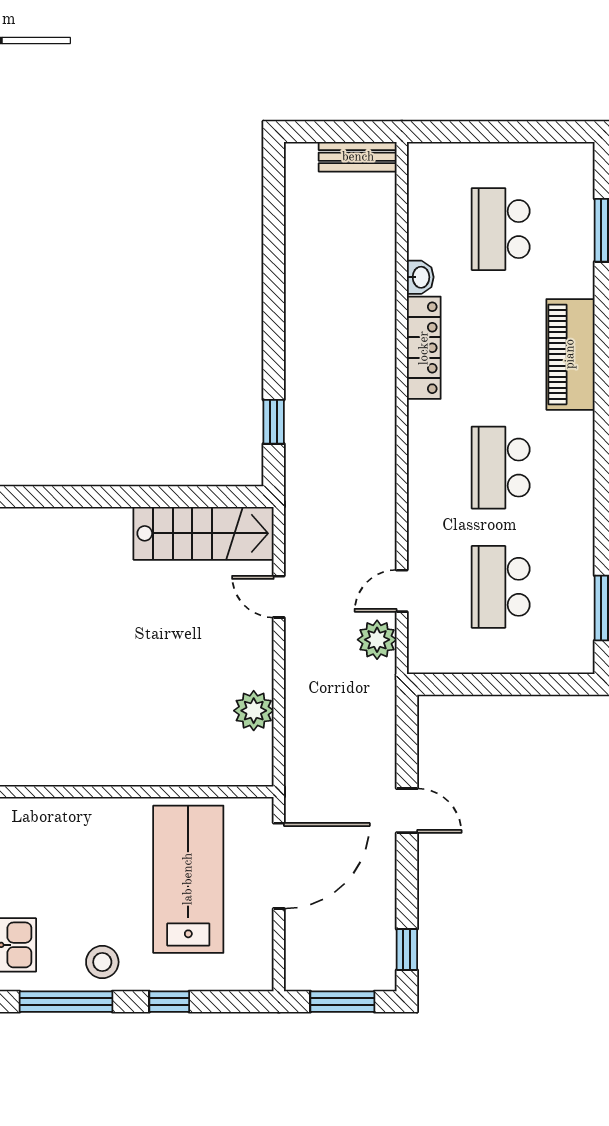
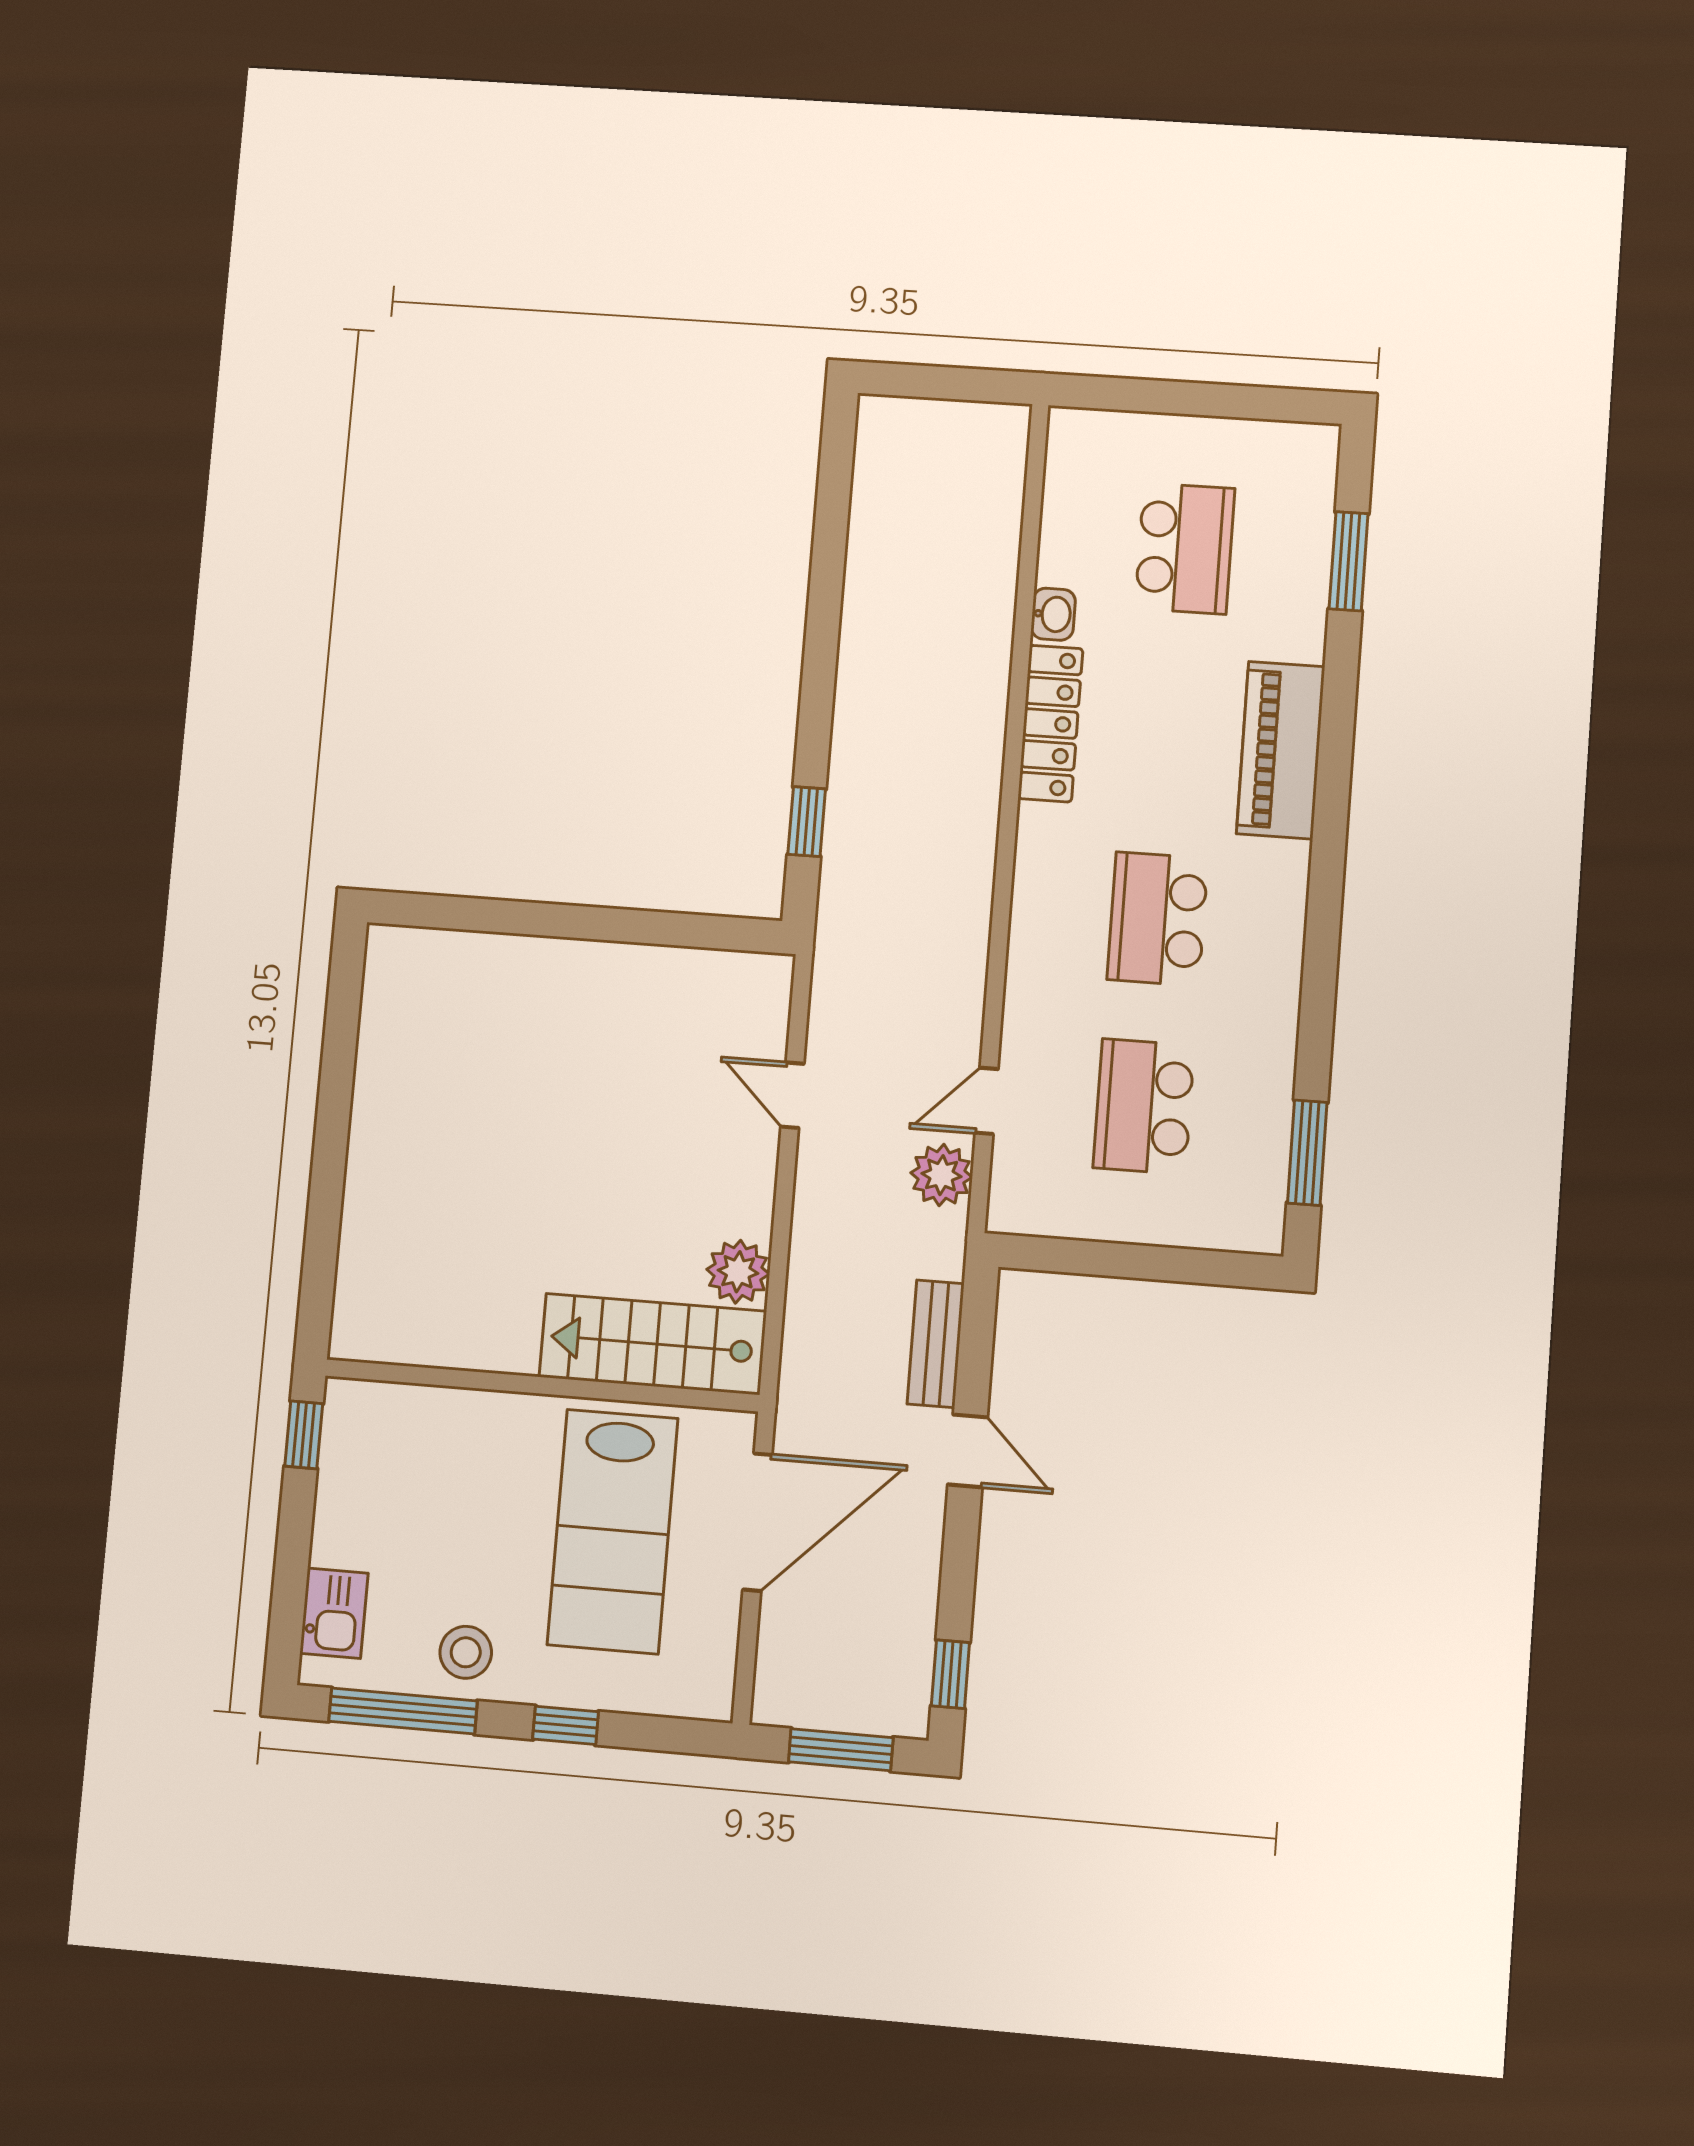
bench: (358, 157) -> (936, 1344), moved, turned 90
school desk: (501, 229) -> (1185, 548), turned 180
stairs: (204, 533) -> (653, 1344), moved, turned 180
lab bench: (188, 879) -> (613, 1531), turned 180

